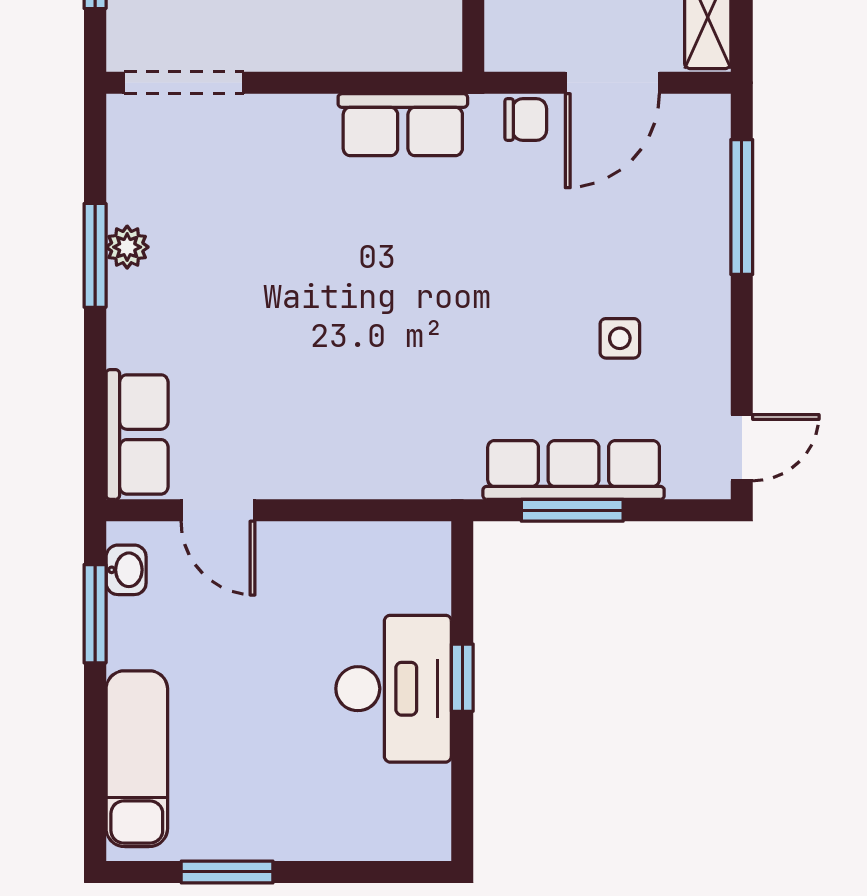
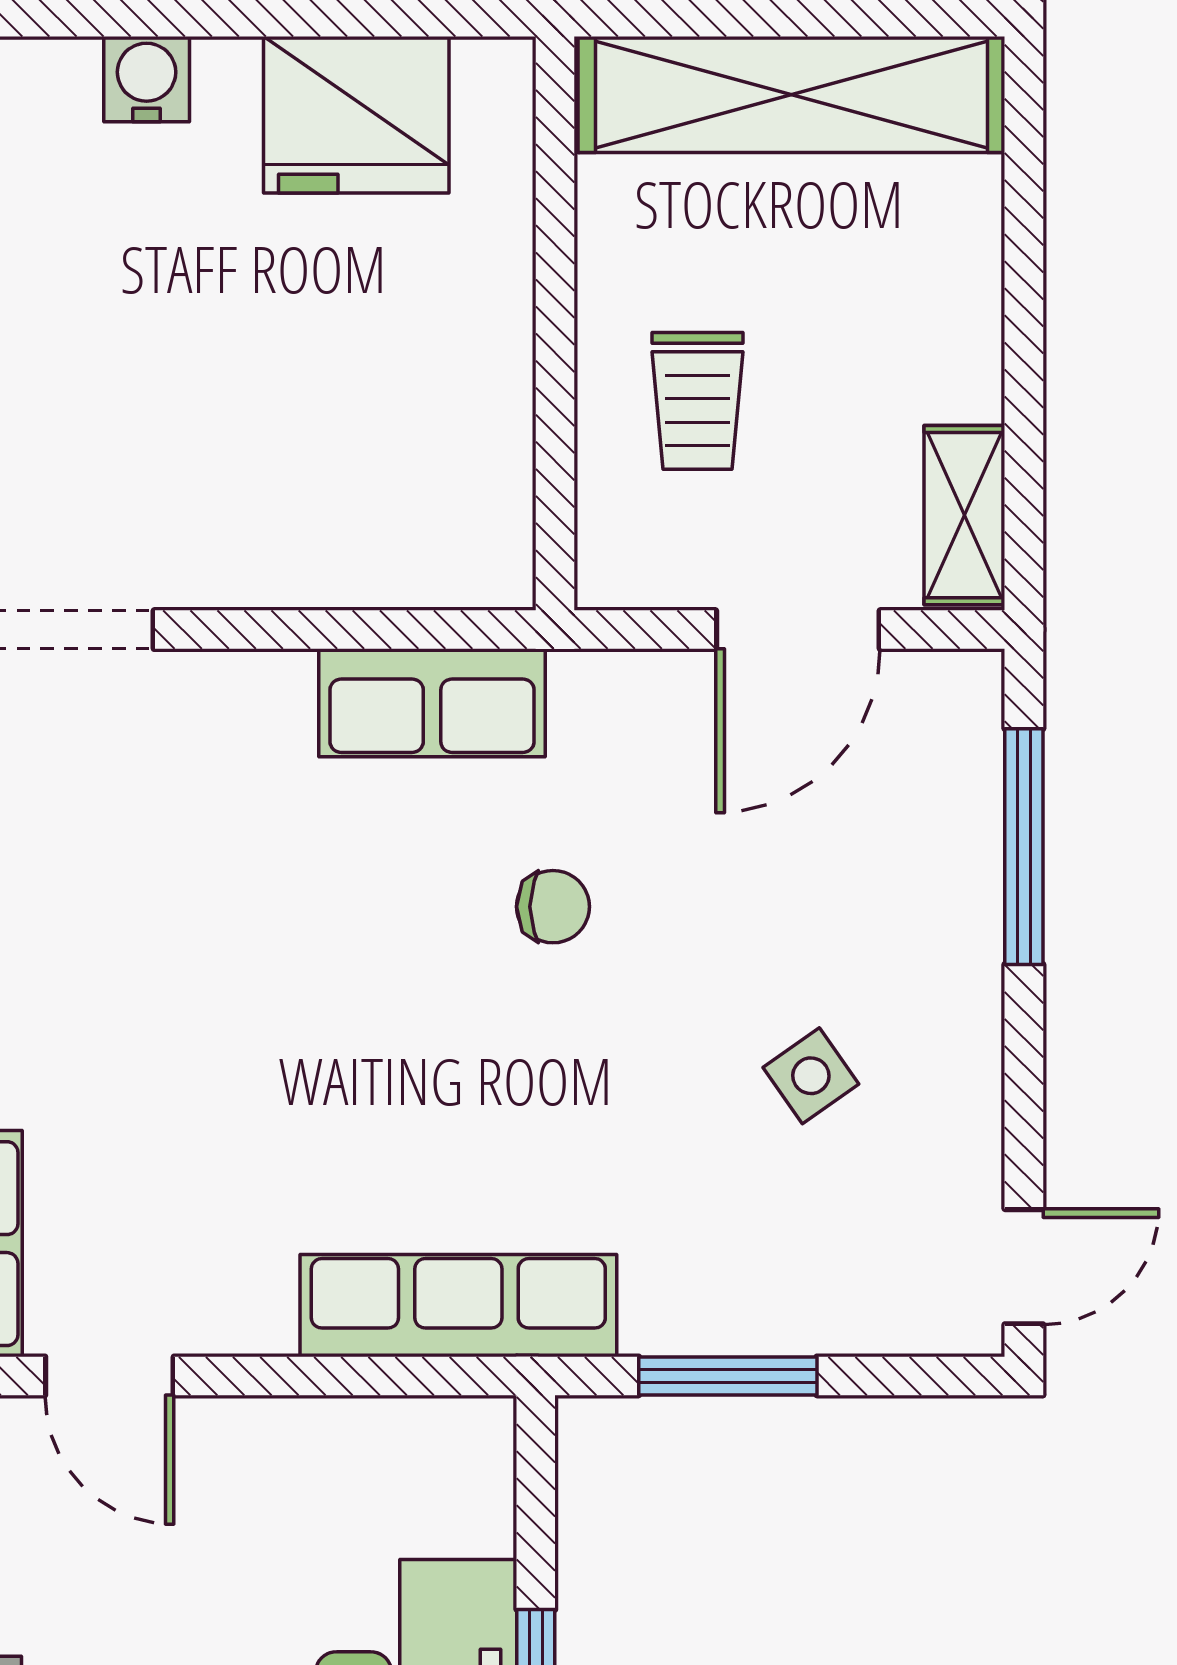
chair: (526, 120) -> (553, 907), moved
side table: (620, 338) -> (811, 1076), turned -35
row of seats: (574, 470) -> (458, 1306), moved

